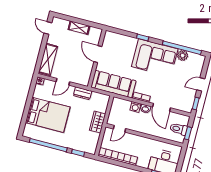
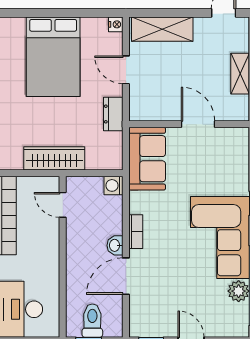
door: (98, 54) -> (198, 124), hinge flipped
sofa: (113, 84) -> (147, 159), width x0.73
washing machine: (135, 107) -> (113, 185), moved
wardrobe: (98, 122) -> (54, 158), width x1.50

